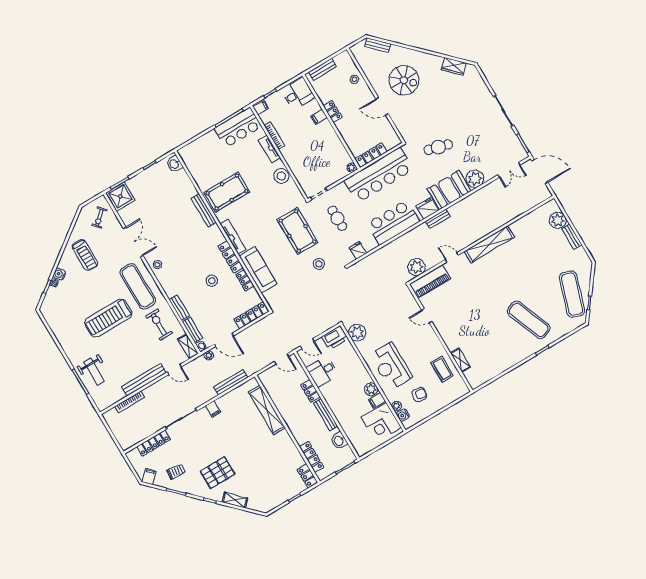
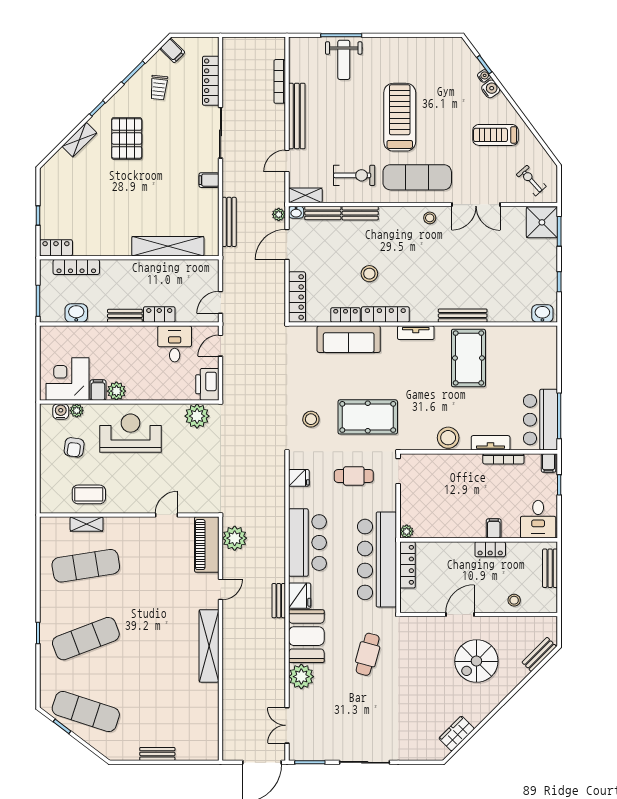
plant: (558, 220) -> (188, 749), removed
tv unit: (233, 237) -> (416, 333), width x0.71
exercise mat: (485, 346) -> (86, 566), added
weight bench: (94, 372) -> (344, 60), turned -90
bench: (326, 415) -> (125, 316), width x0.73

